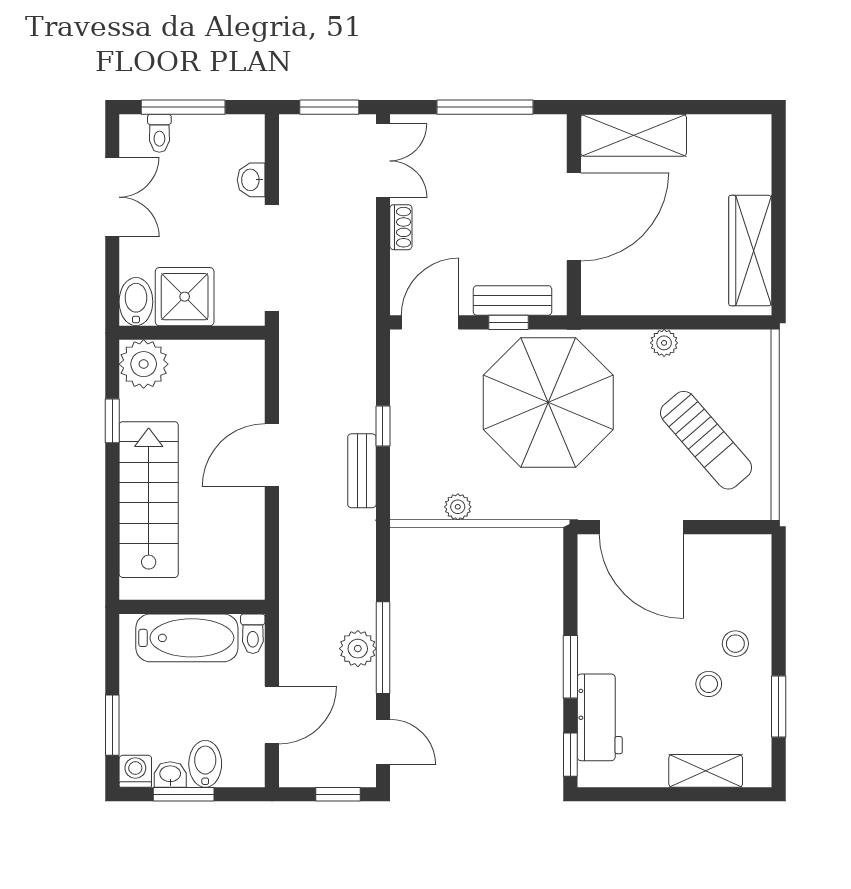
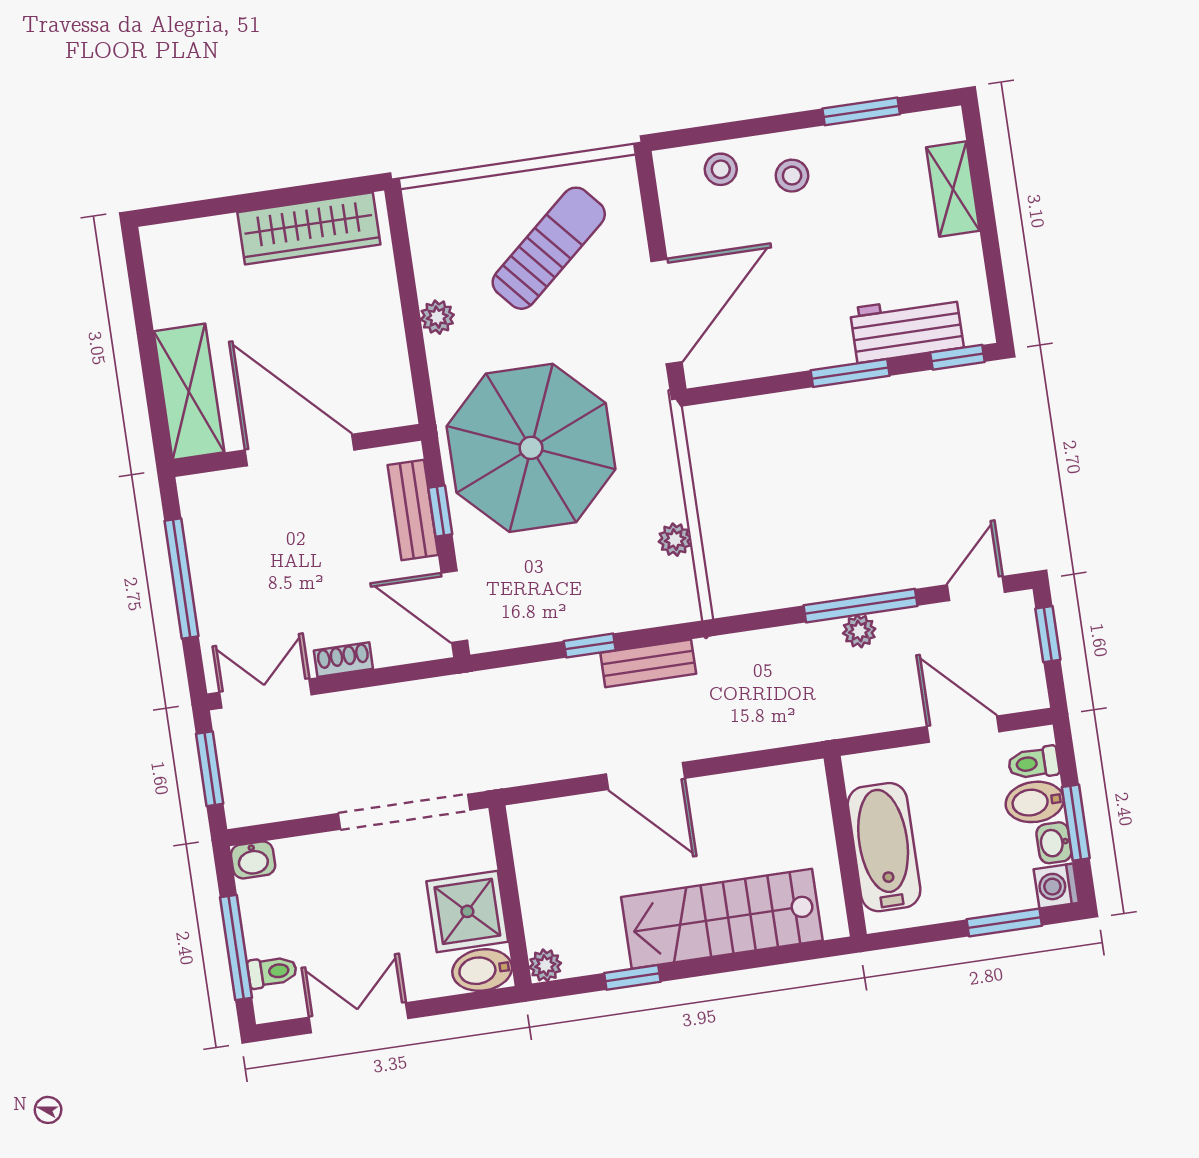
washbasin: (251, 180) -> (253, 860), moved
plant: (144, 364) -> (545, 965), width x0.53, depth x0.53
toilet: (253, 634) -> (1034, 763), moved, turned 180
plant: (358, 649) -> (859, 631), width x0.73, depth x0.73
stool: (709, 684) -> (721, 169), moved

